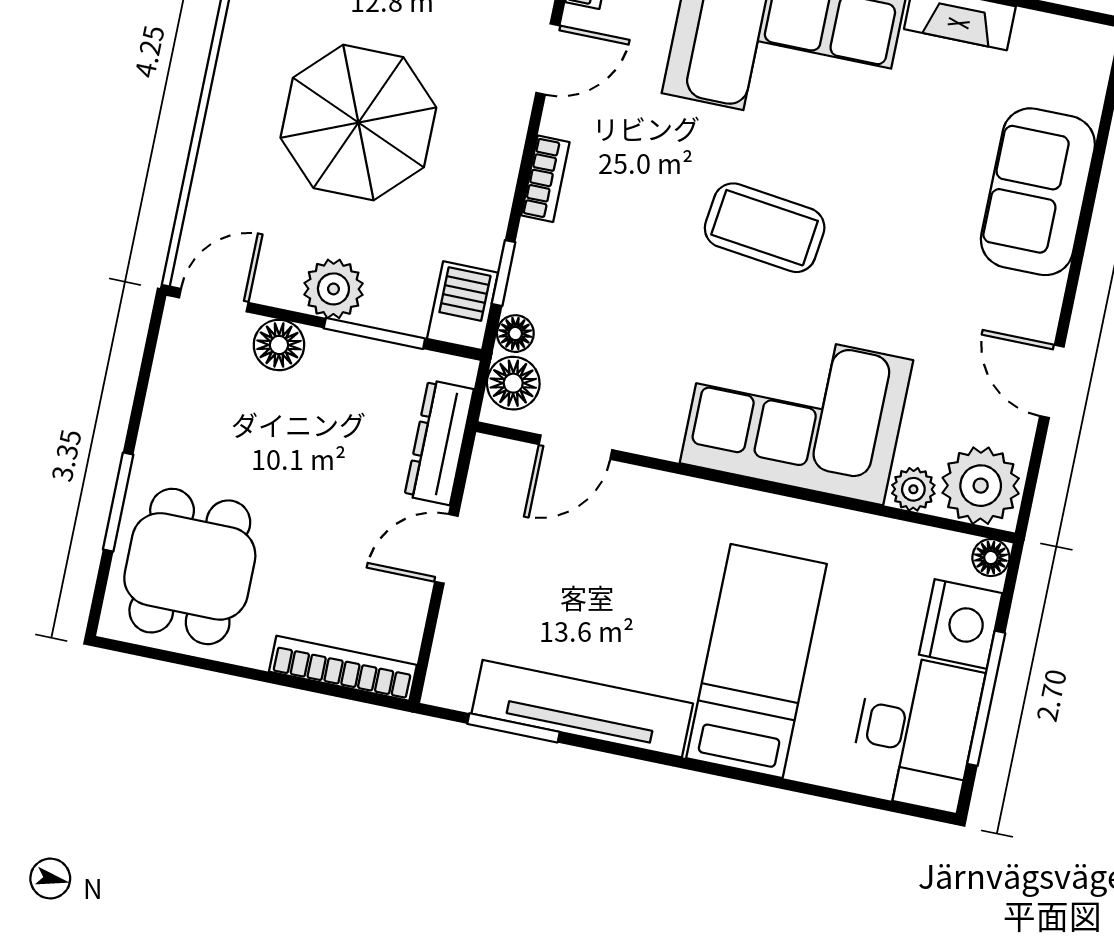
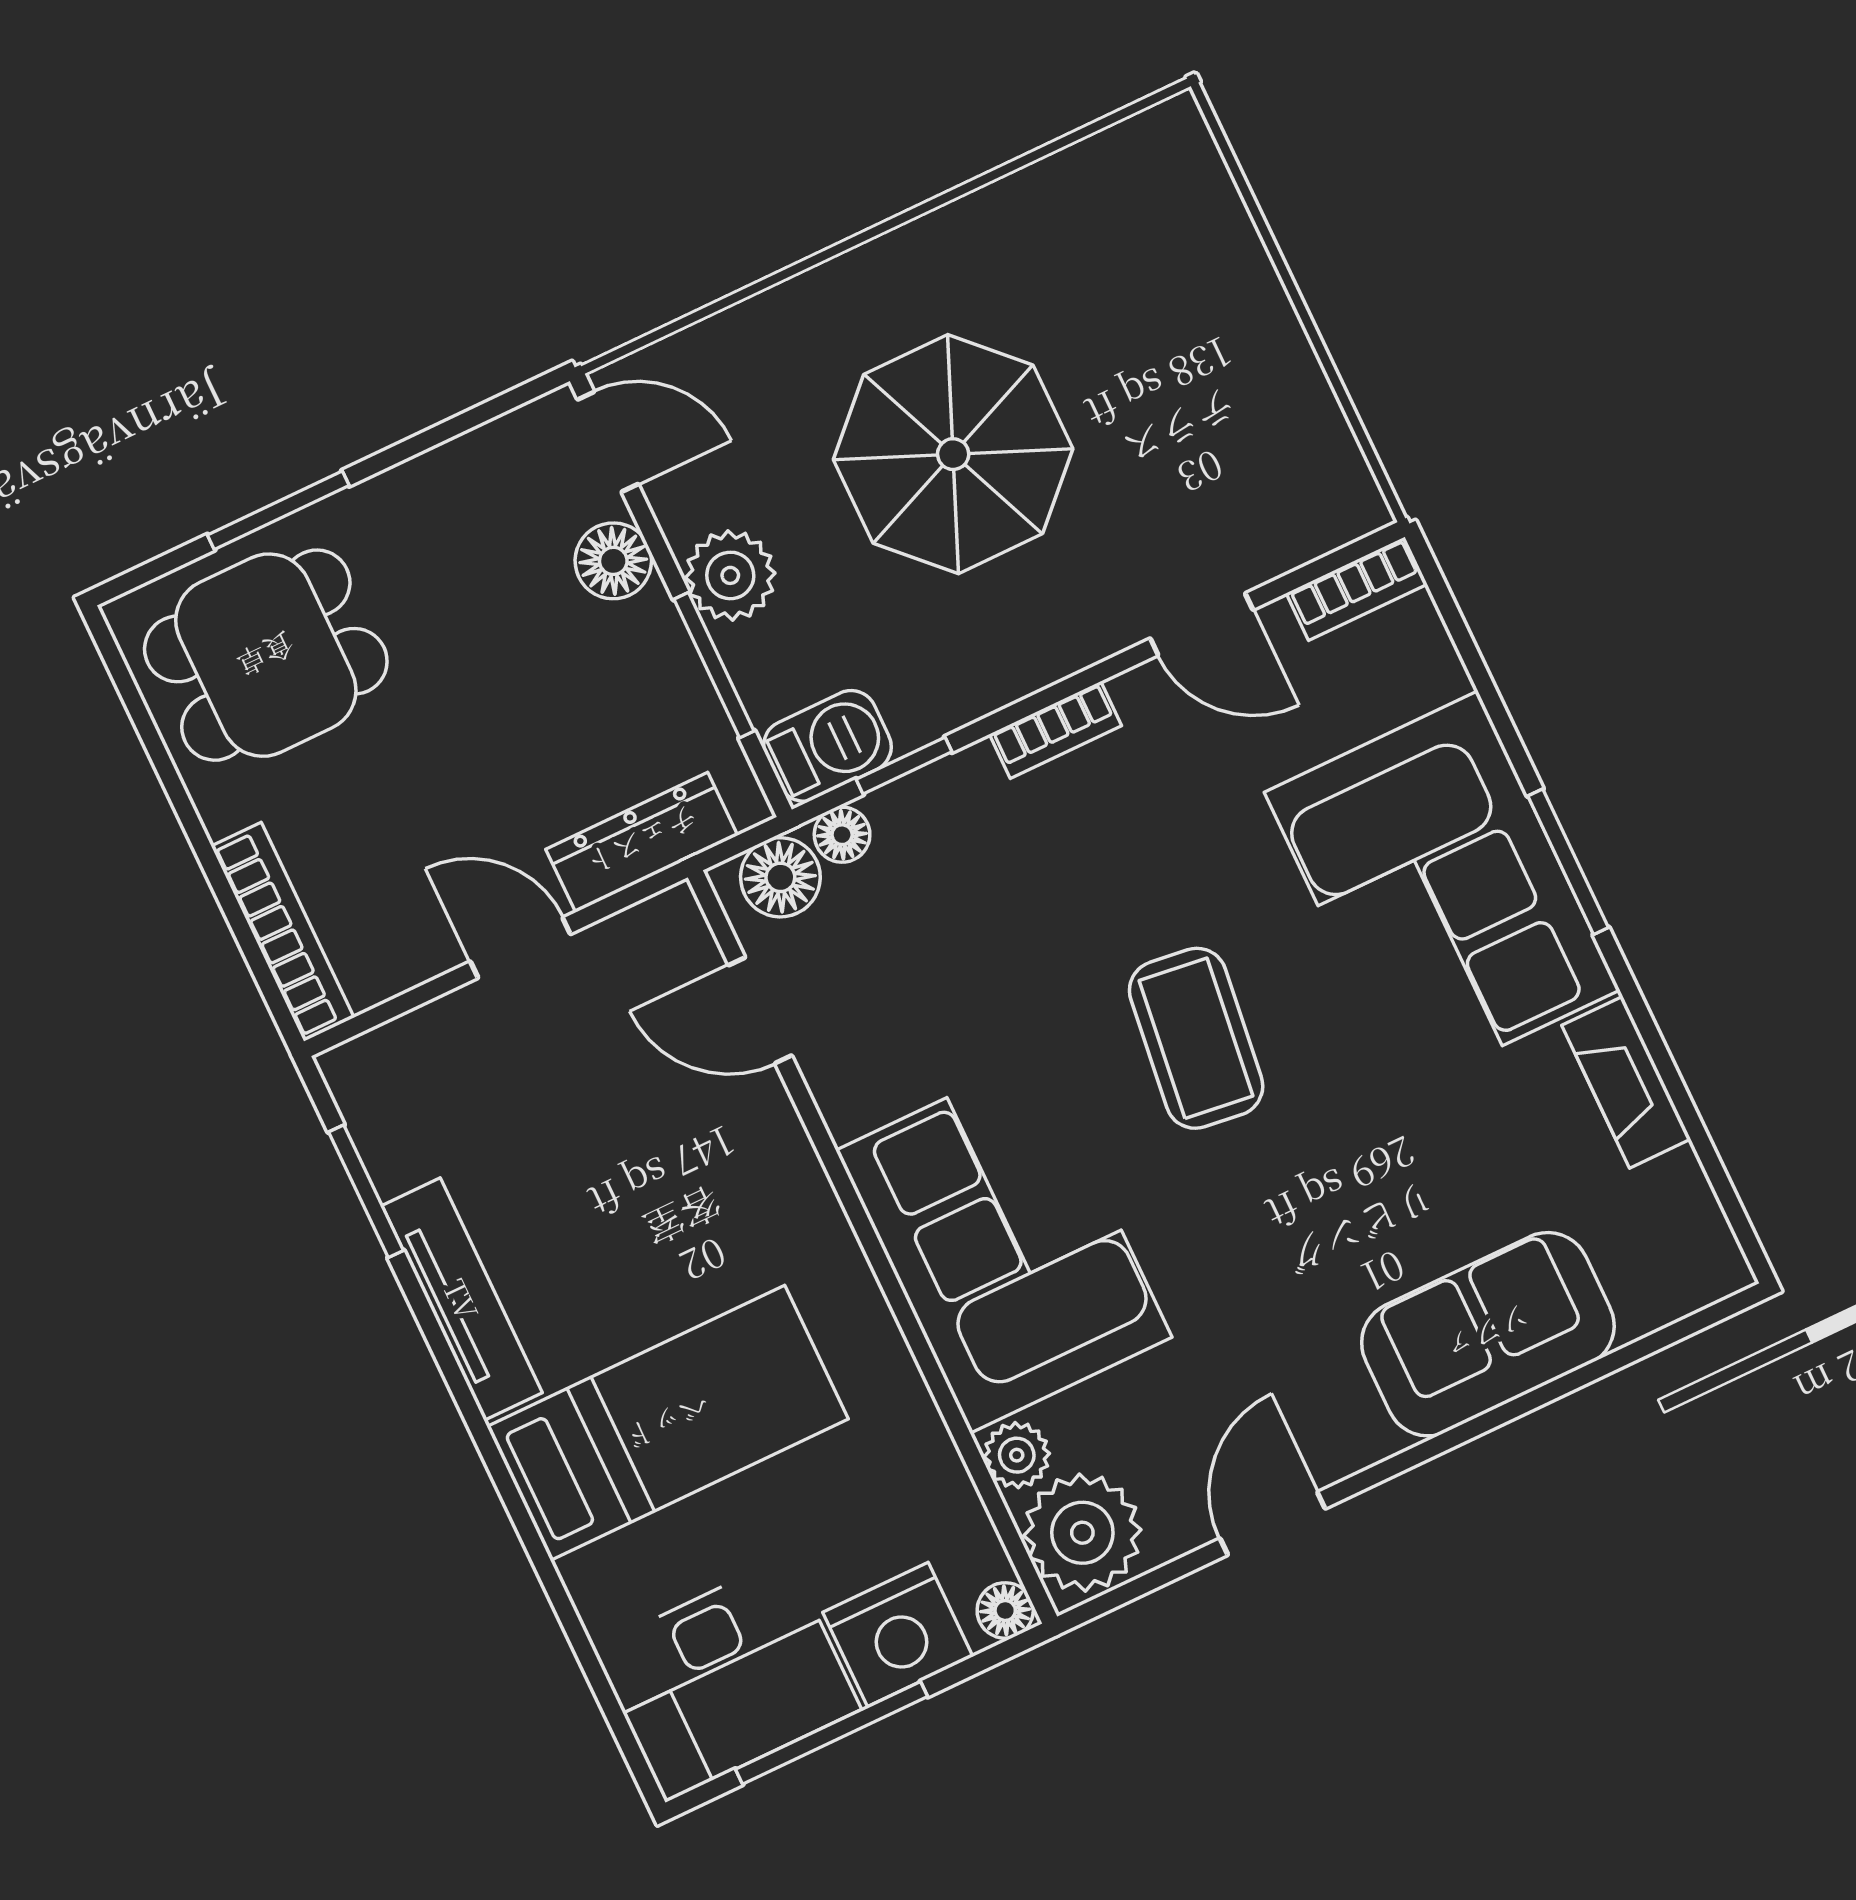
tv unit: (582, 709) -> (462, 1299), width x0.73, depth x0.78

